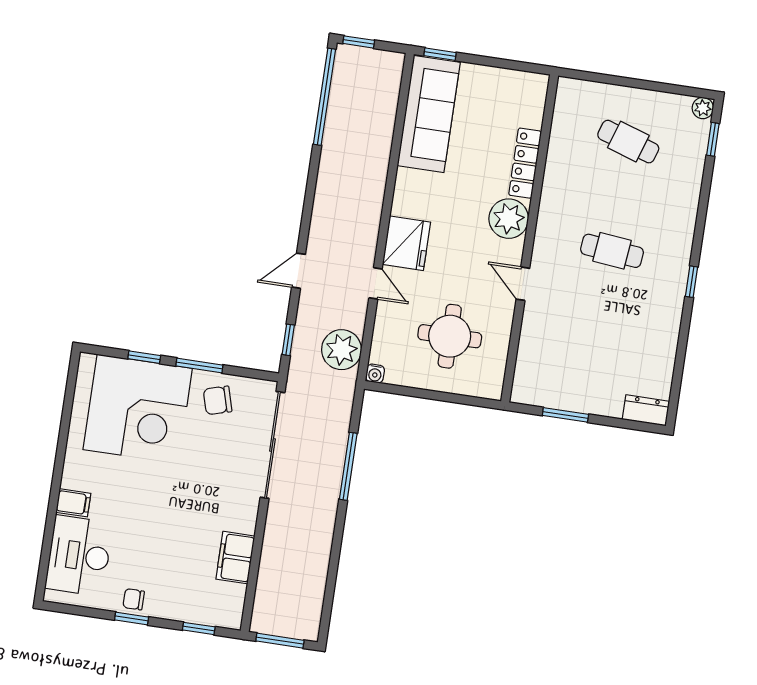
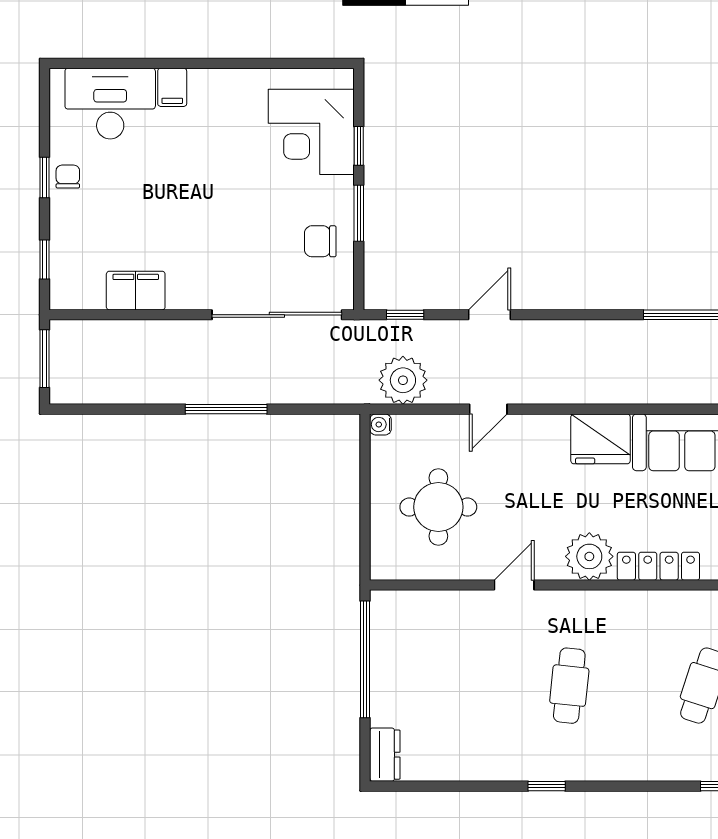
fridge: (407, 243) -> (601, 439), moved
door: (299, 271) -> (490, 315), hinge flipped
chair: (218, 400) -> (320, 241), turned -74
corner desk: (138, 409) -> (311, 132), width x0.74, depth x0.74
window: (565, 415) -> (365, 659), width x2.11
window: (348, 466) -> (226, 409), moved

